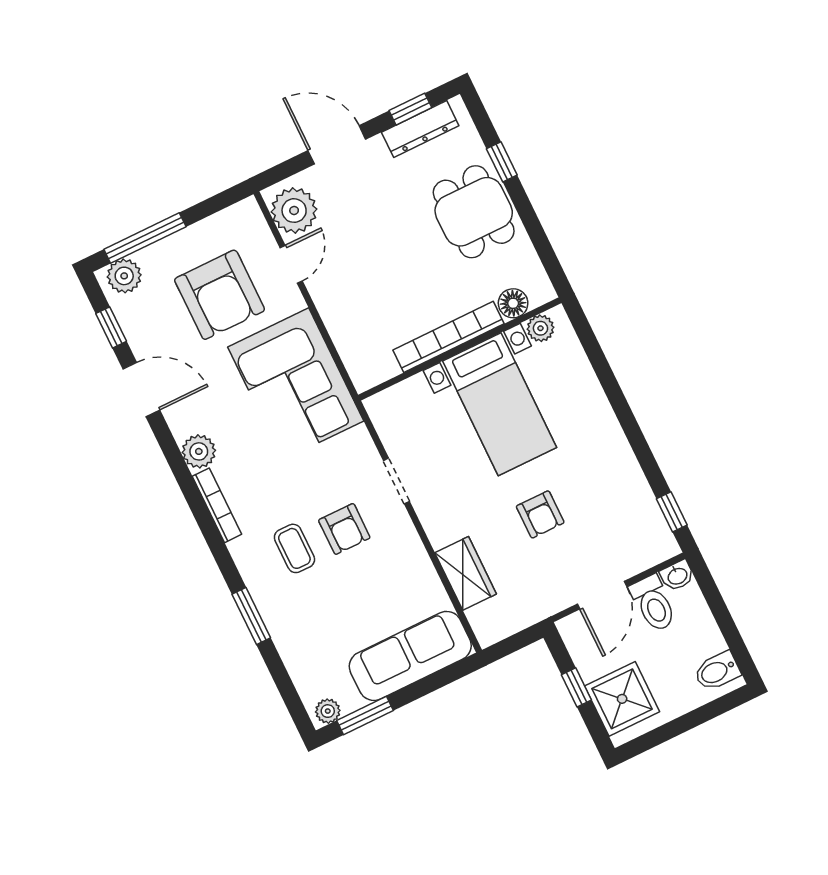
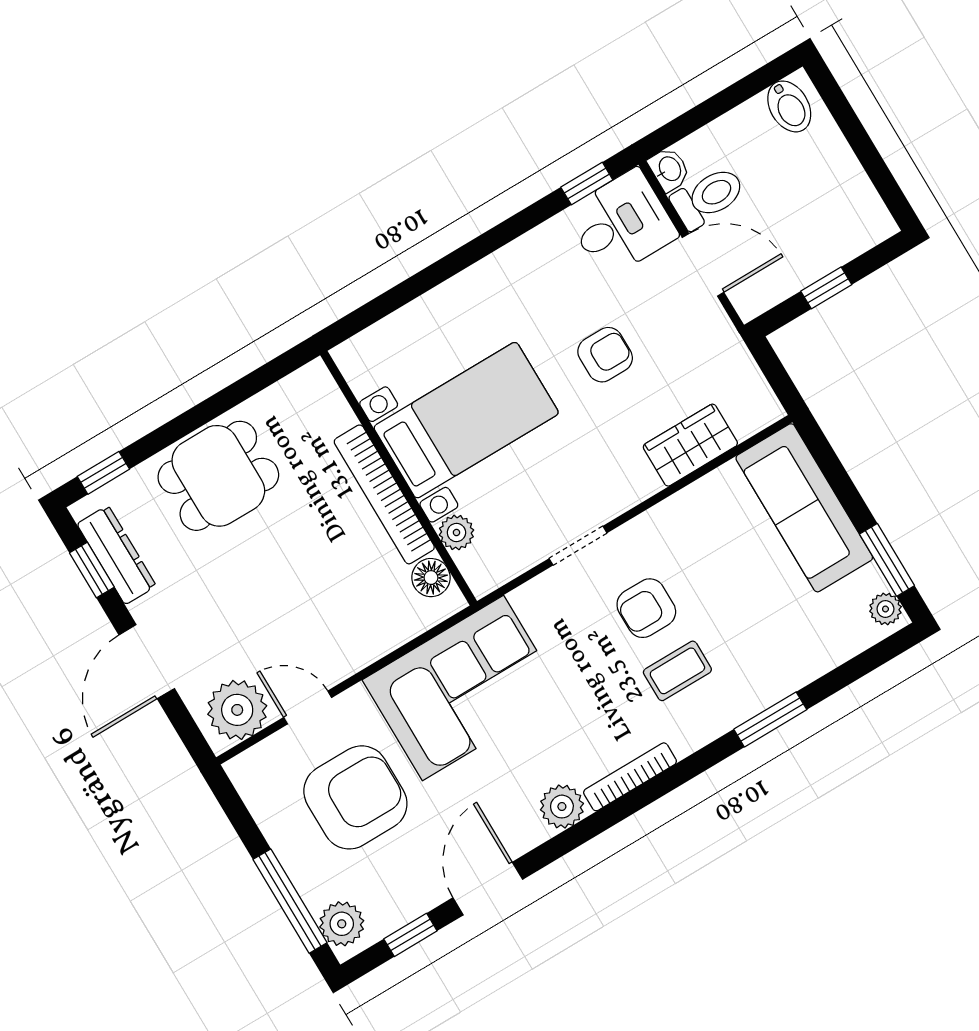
window: (502, 162) -> (103, 473), moved
floor lamp: (513, 303) -> (431, 578), moved
plant: (540, 328) -> (456, 532), moved
armchair: (344, 529) -> (646, 608), turned 180
desk: (639, 535) -> (621, 224), added
shower: (622, 699) -> (836, 227), removed

